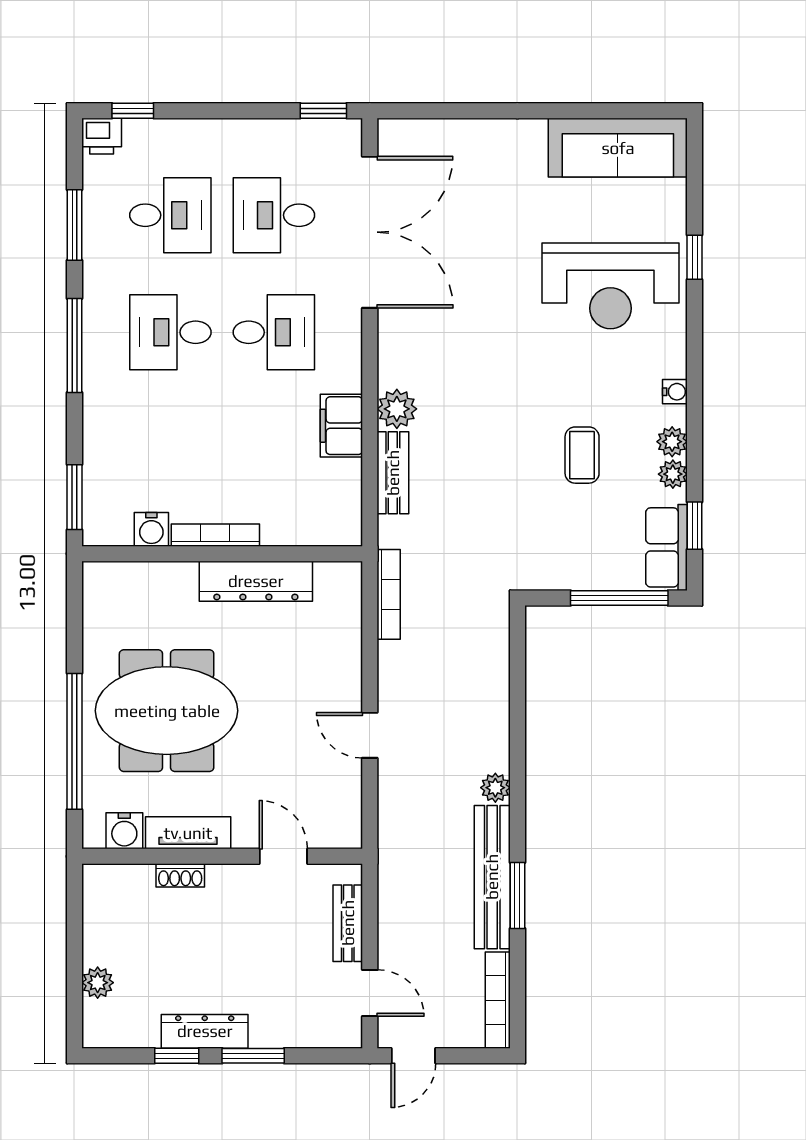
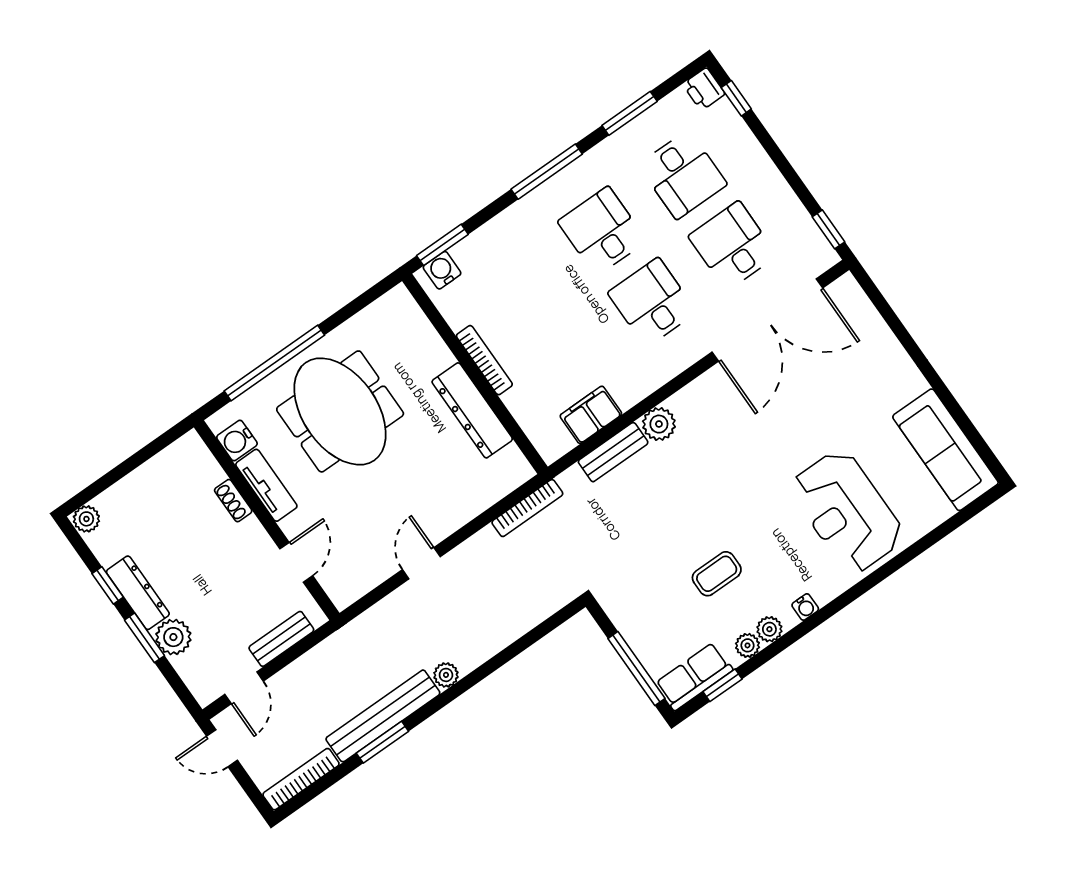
window: (695, 257) -> (907, 555), removed
desk: (274, 332) -> (652, 302), turned 180
filing cabinet: (341, 426) -> (591, 415), moved
water cooler: (151, 529) -> (442, 270), moved, turned 90
plant: (98, 983) -> (86, 519), moved
plant: (272, 1027) -> (173, 637), added

